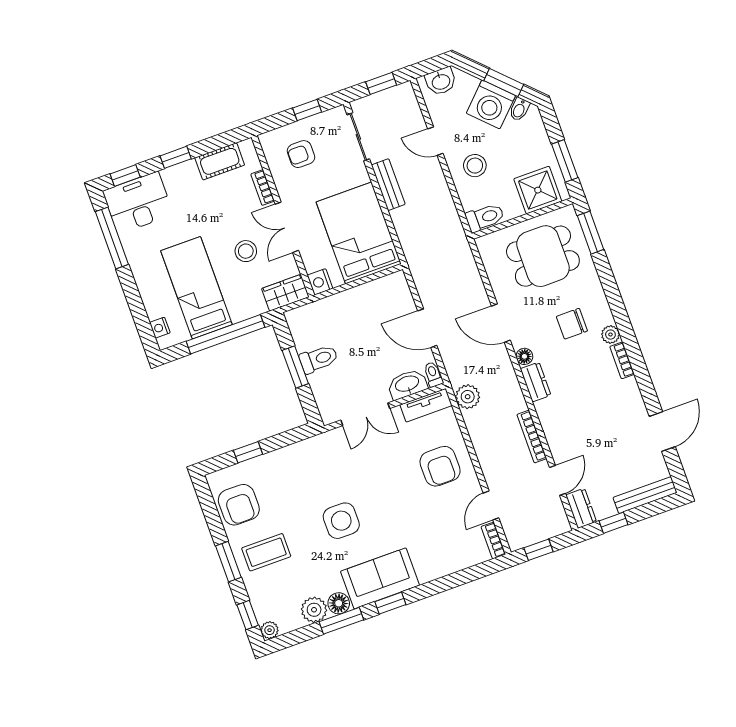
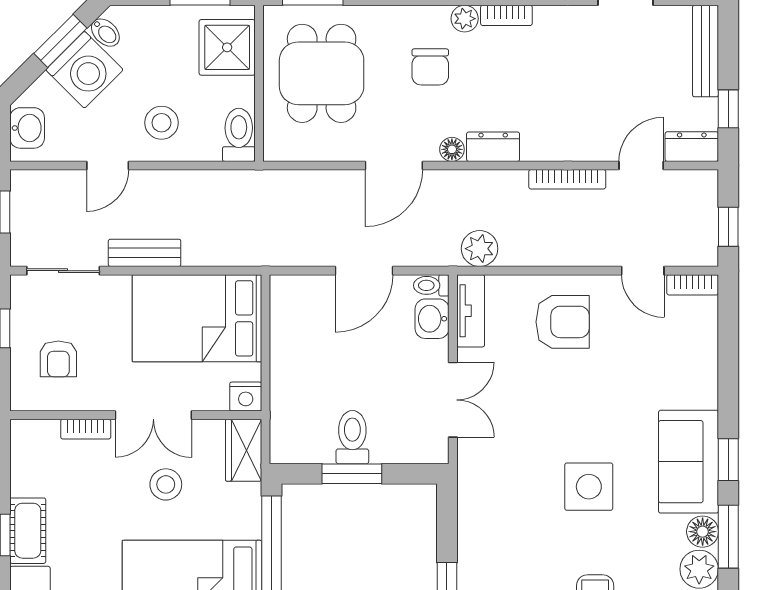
cot: (220, 161) -> (28, 531), moved
washbasin: (407, 384) -> (432, 319), width x0.72
door: (558, 480) -> (641, 165), hinge flipped

